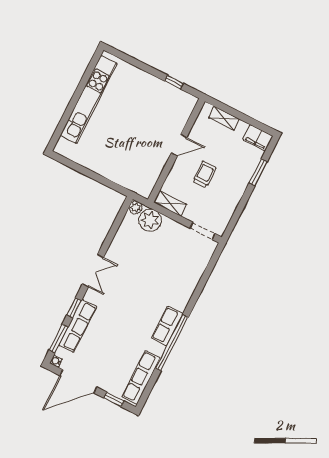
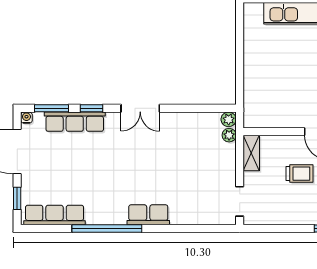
plant: (150, 220) -> (229, 135), width x0.53, depth x0.53
row of seats: (167, 326) -> (148, 215), moved

